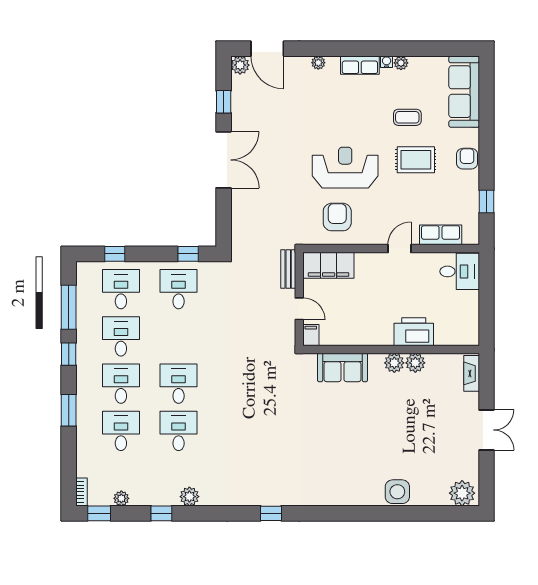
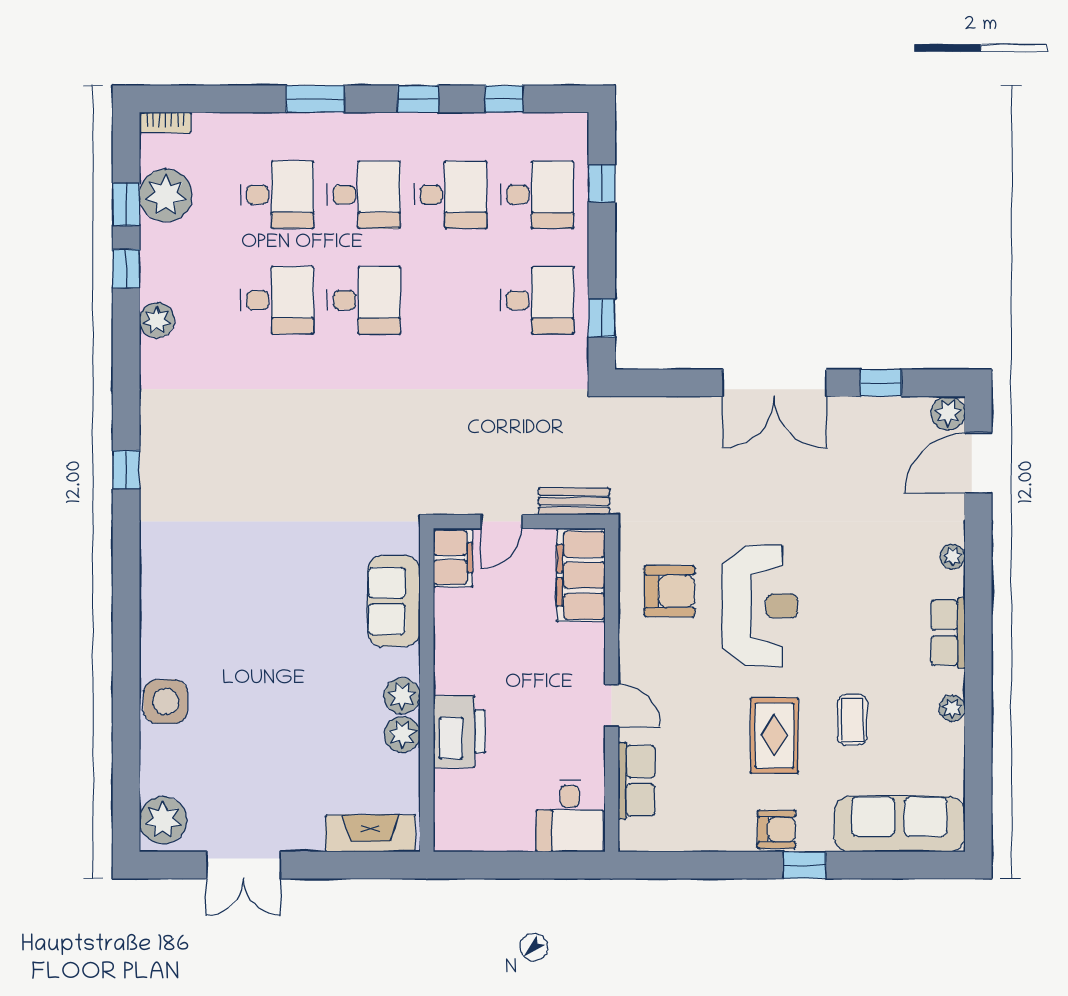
water cooler: (387, 62) -> (954, 682), removed
window: (487, 202) -> (805, 865), moved
window: (69, 307) -> (504, 99), width x0.46
filing cabinet: (311, 335) -> (453, 558), width x2.00
fireplace: (472, 373) -> (370, 833), width x1.37, depth x1.32
double door: (487, 430) -> (244, 865), moved
plant: (121, 498) -> (166, 195), width x1.87, depth x1.87
window: (99, 513) -> (126, 204), moved

